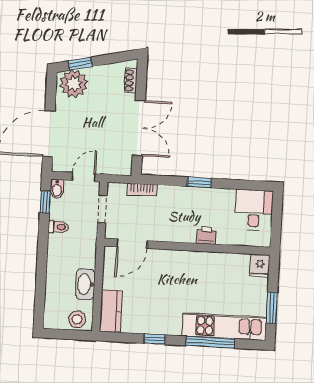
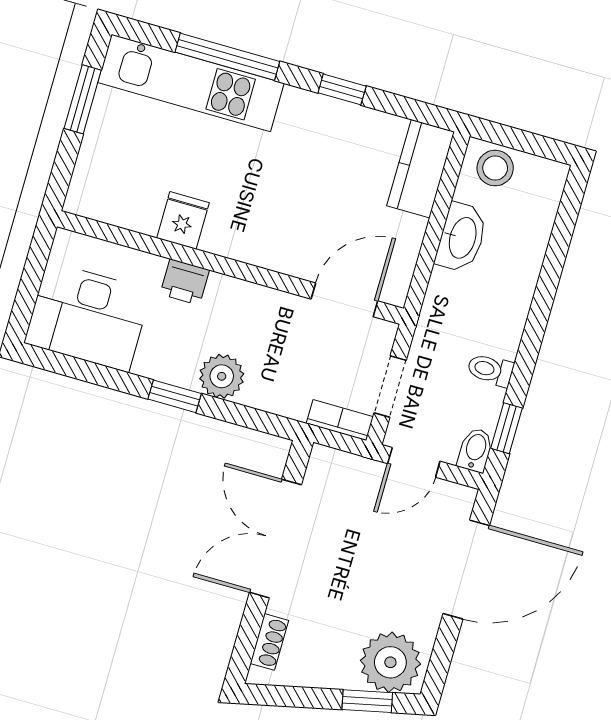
bookcase: (142, 190) -> (340, 420), moved
plant: (180, 196) -> (222, 376), added
desk: (254, 210) -> (88, 317), width x1.37
fridge: (260, 266) -> (183, 220), moved

